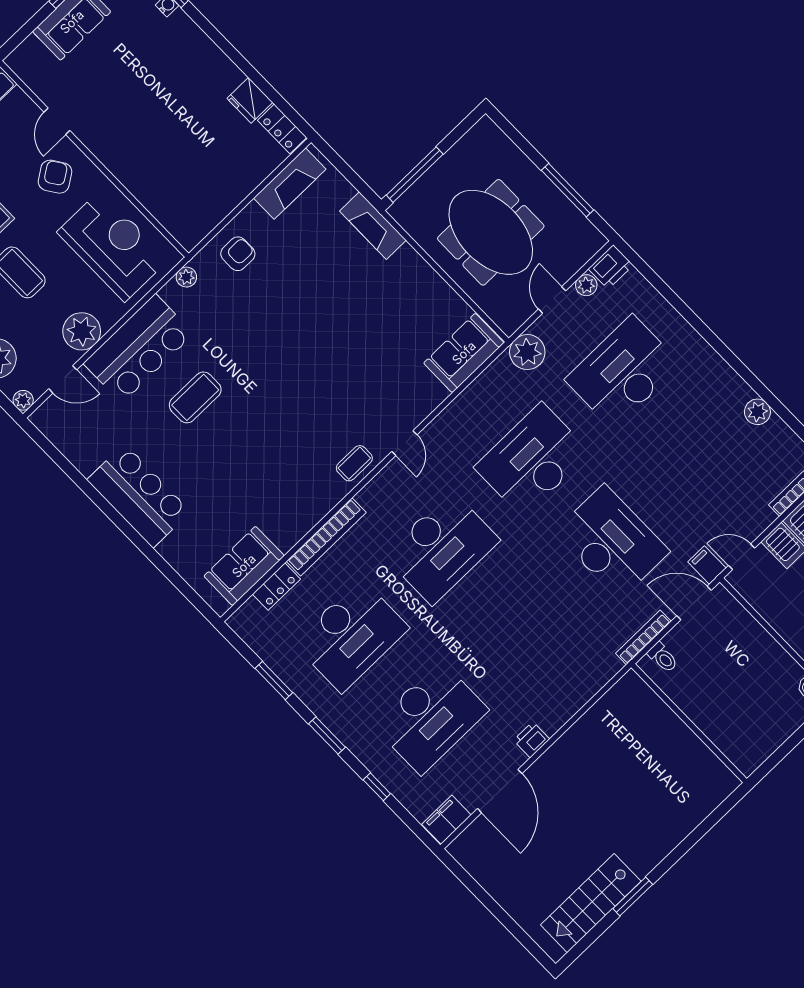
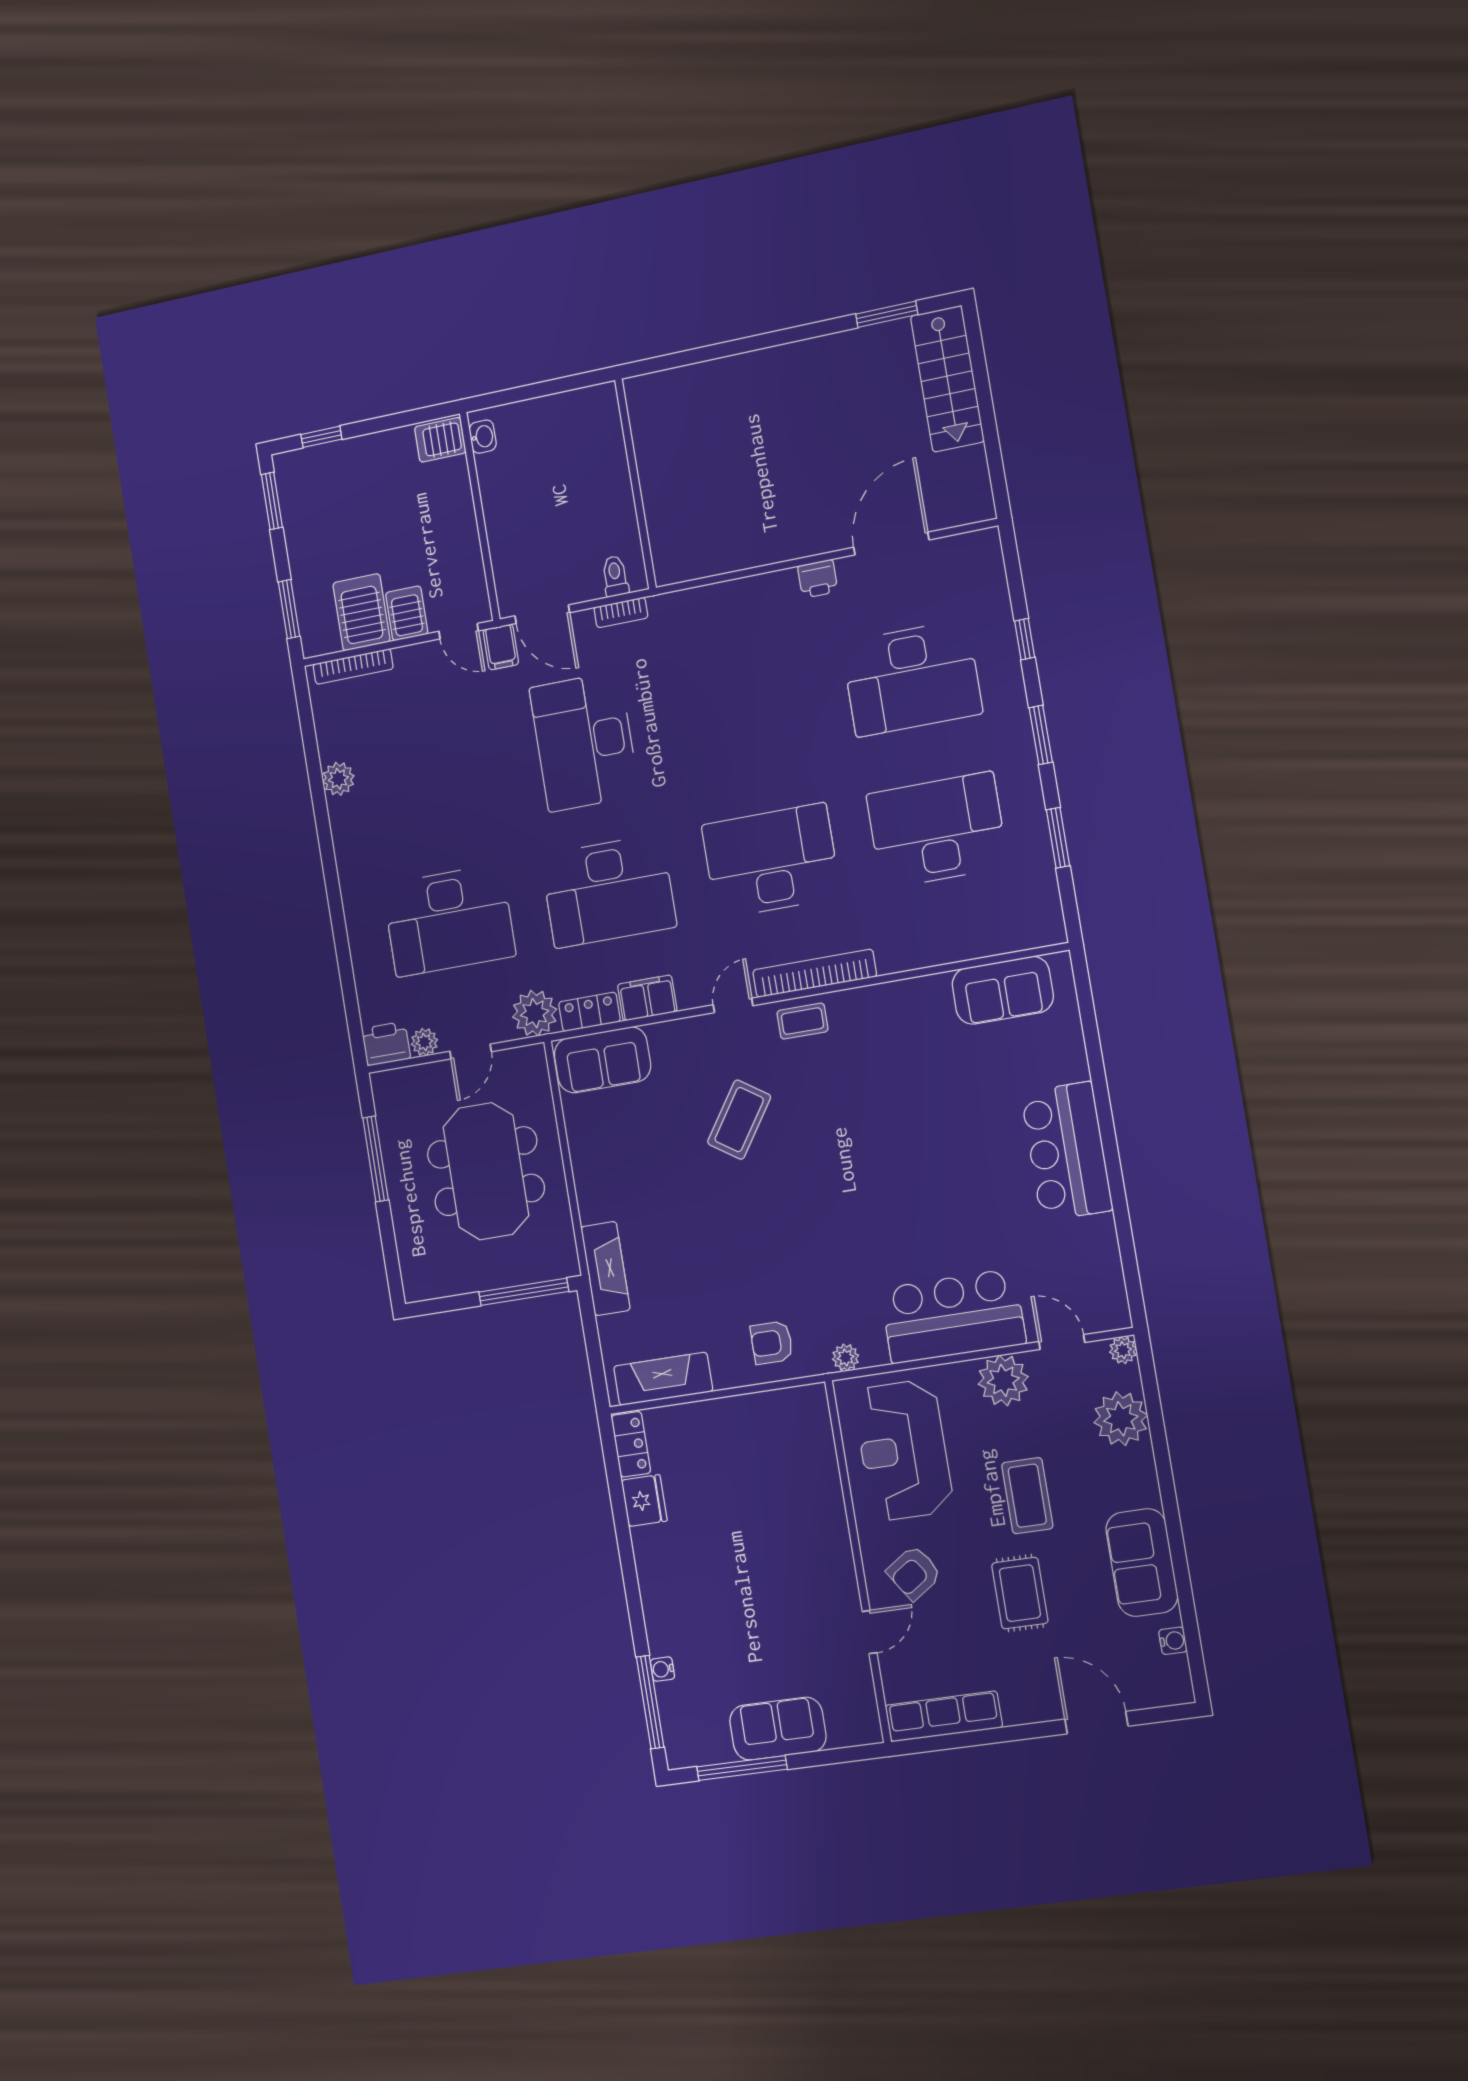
coffee table: (195, 397) -> (739, 1120), moved, turned -56
bookcase: (326, 537) -> (815, 973), moved
locker: (276, 587) -> (589, 1012), moved
bookcase: (643, 637) -> (621, 612), width x0.64
desk: (431, 718) -> (912, 678), turned 180
filing cabinet: (446, 820) -> (647, 998), moved, turned 180
window: (633, 896) -> (887, 314), moved
stairs: (591, 903) -> (947, 379), moved, turned 90

